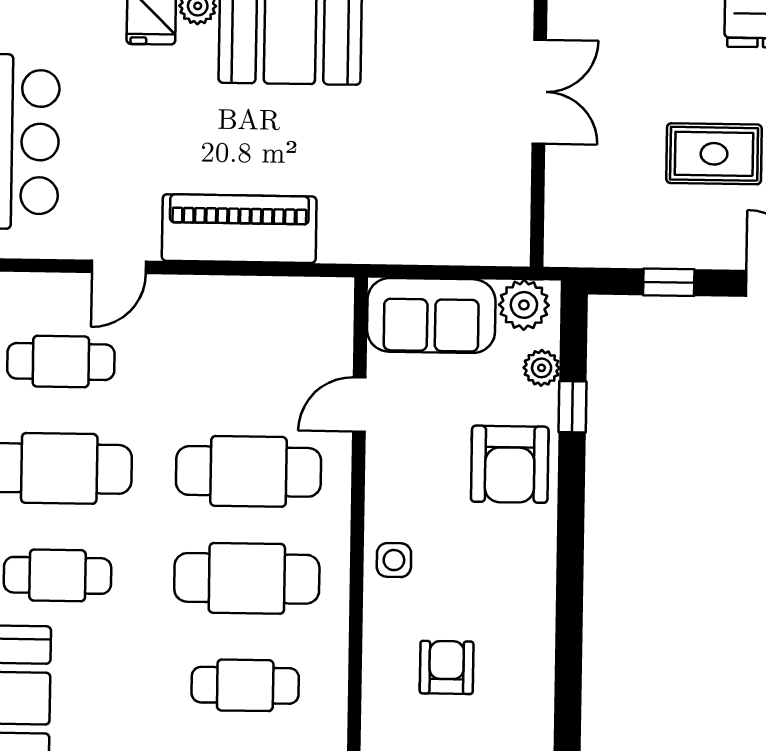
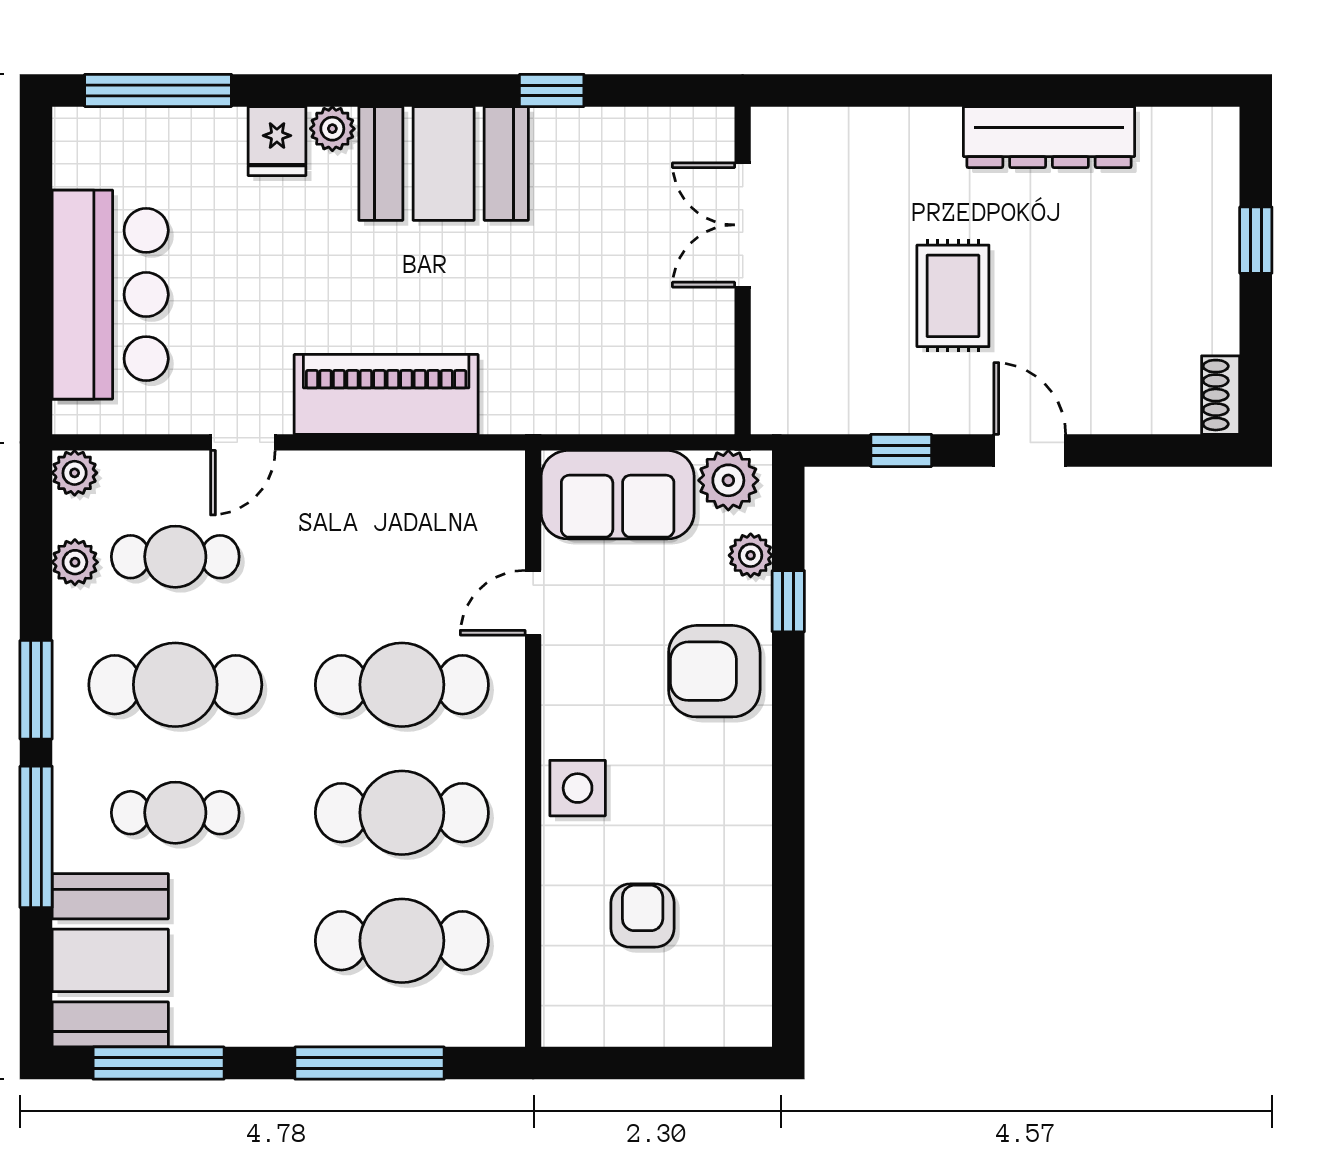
double door: (539, 92) -> (743, 225), swing flipped
rug: (714, 154) -> (953, 296), turned 90
armchair: (510, 464) -> (714, 671), turned 90
side table: (394, 560) -> (578, 788), width x1.37, depth x1.37
cafe table: (245, 685) -> (402, 941), width x1.37, depth x1.35

